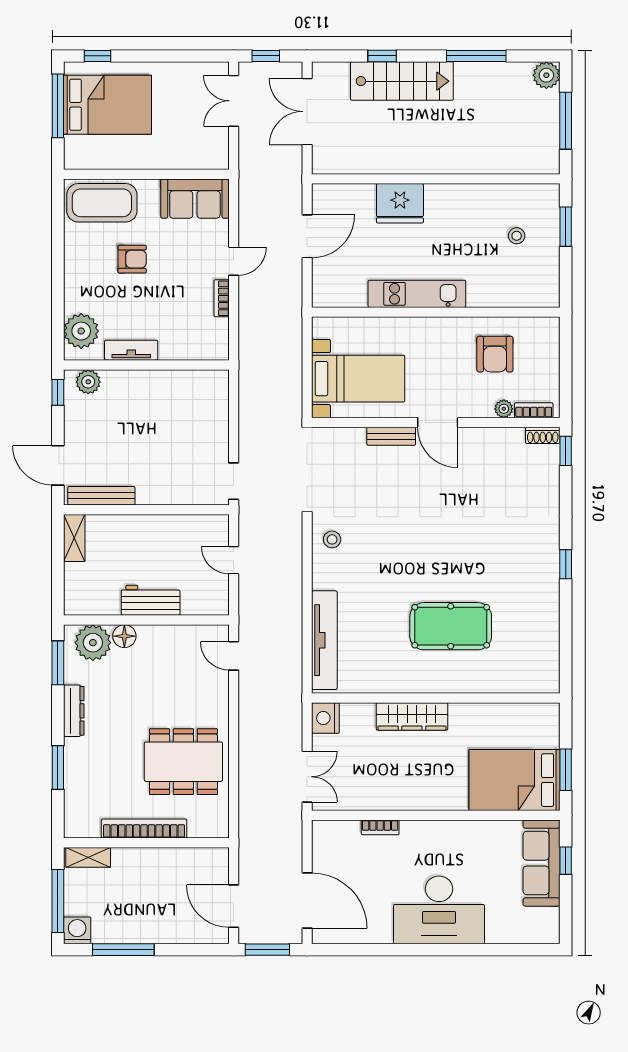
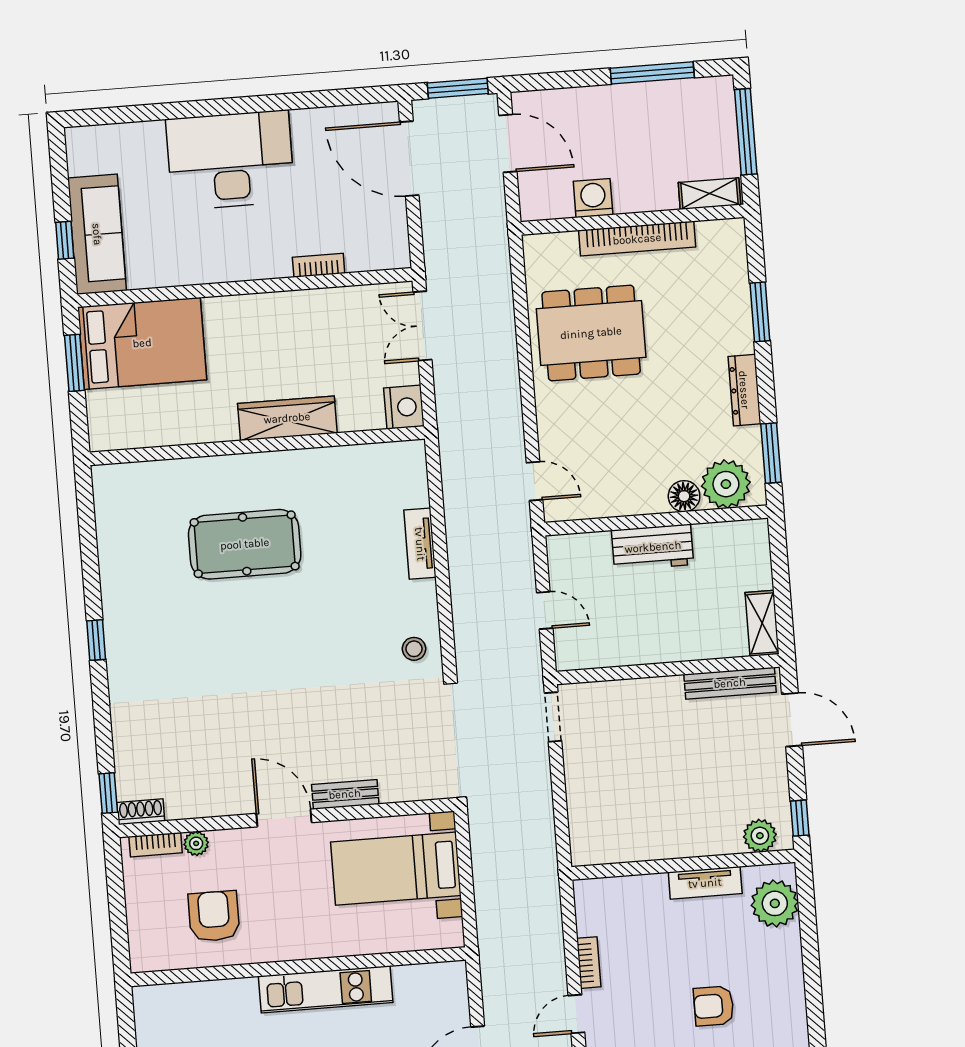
tv unit: (324, 640) -> (420, 544), width x0.52, depth x0.78
washing machine: (77, 930) -> (593, 198), moved, turned 180

